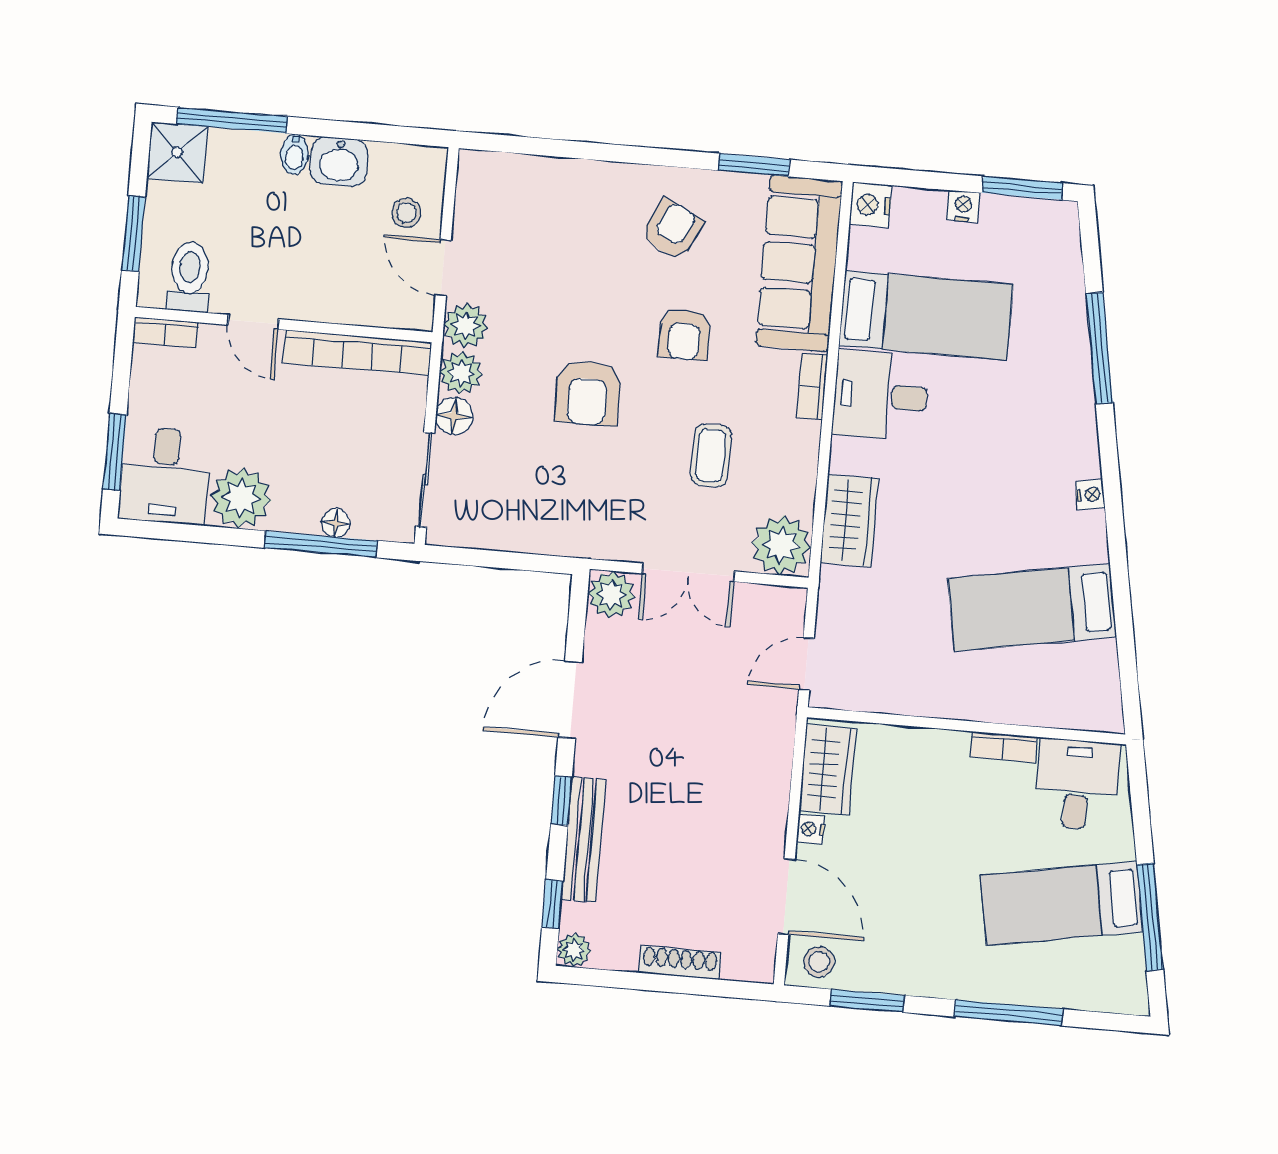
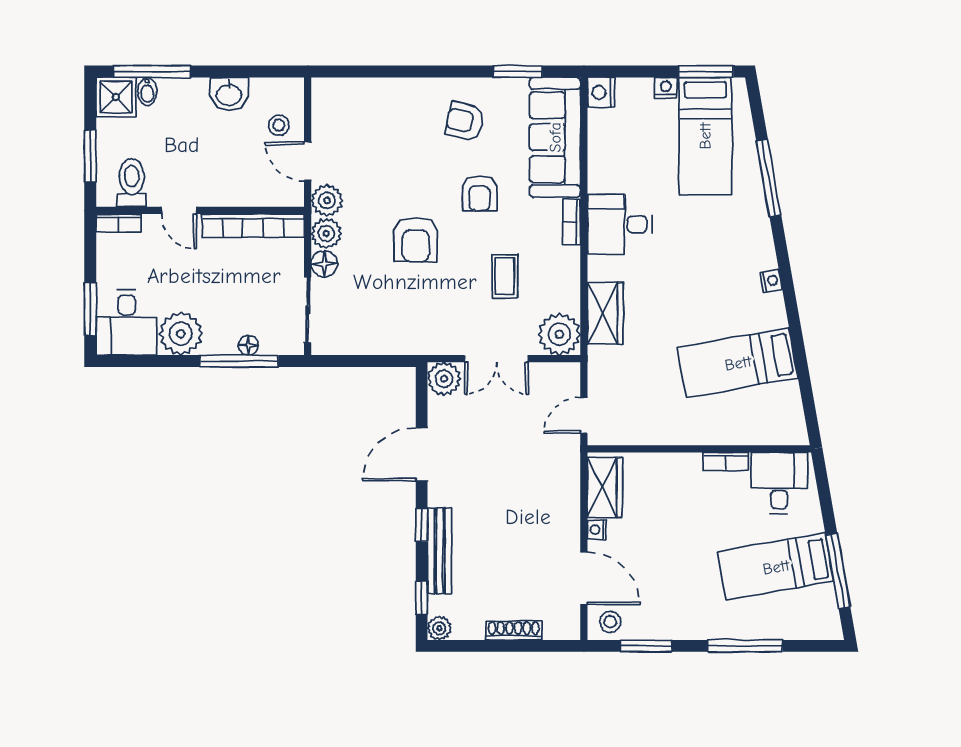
bidet: (294, 154) -> (147, 91), moved
armchair: (672, 230) -> (465, 121), turned -104
bed: (926, 315) -> (705, 136), moved, turned 90

